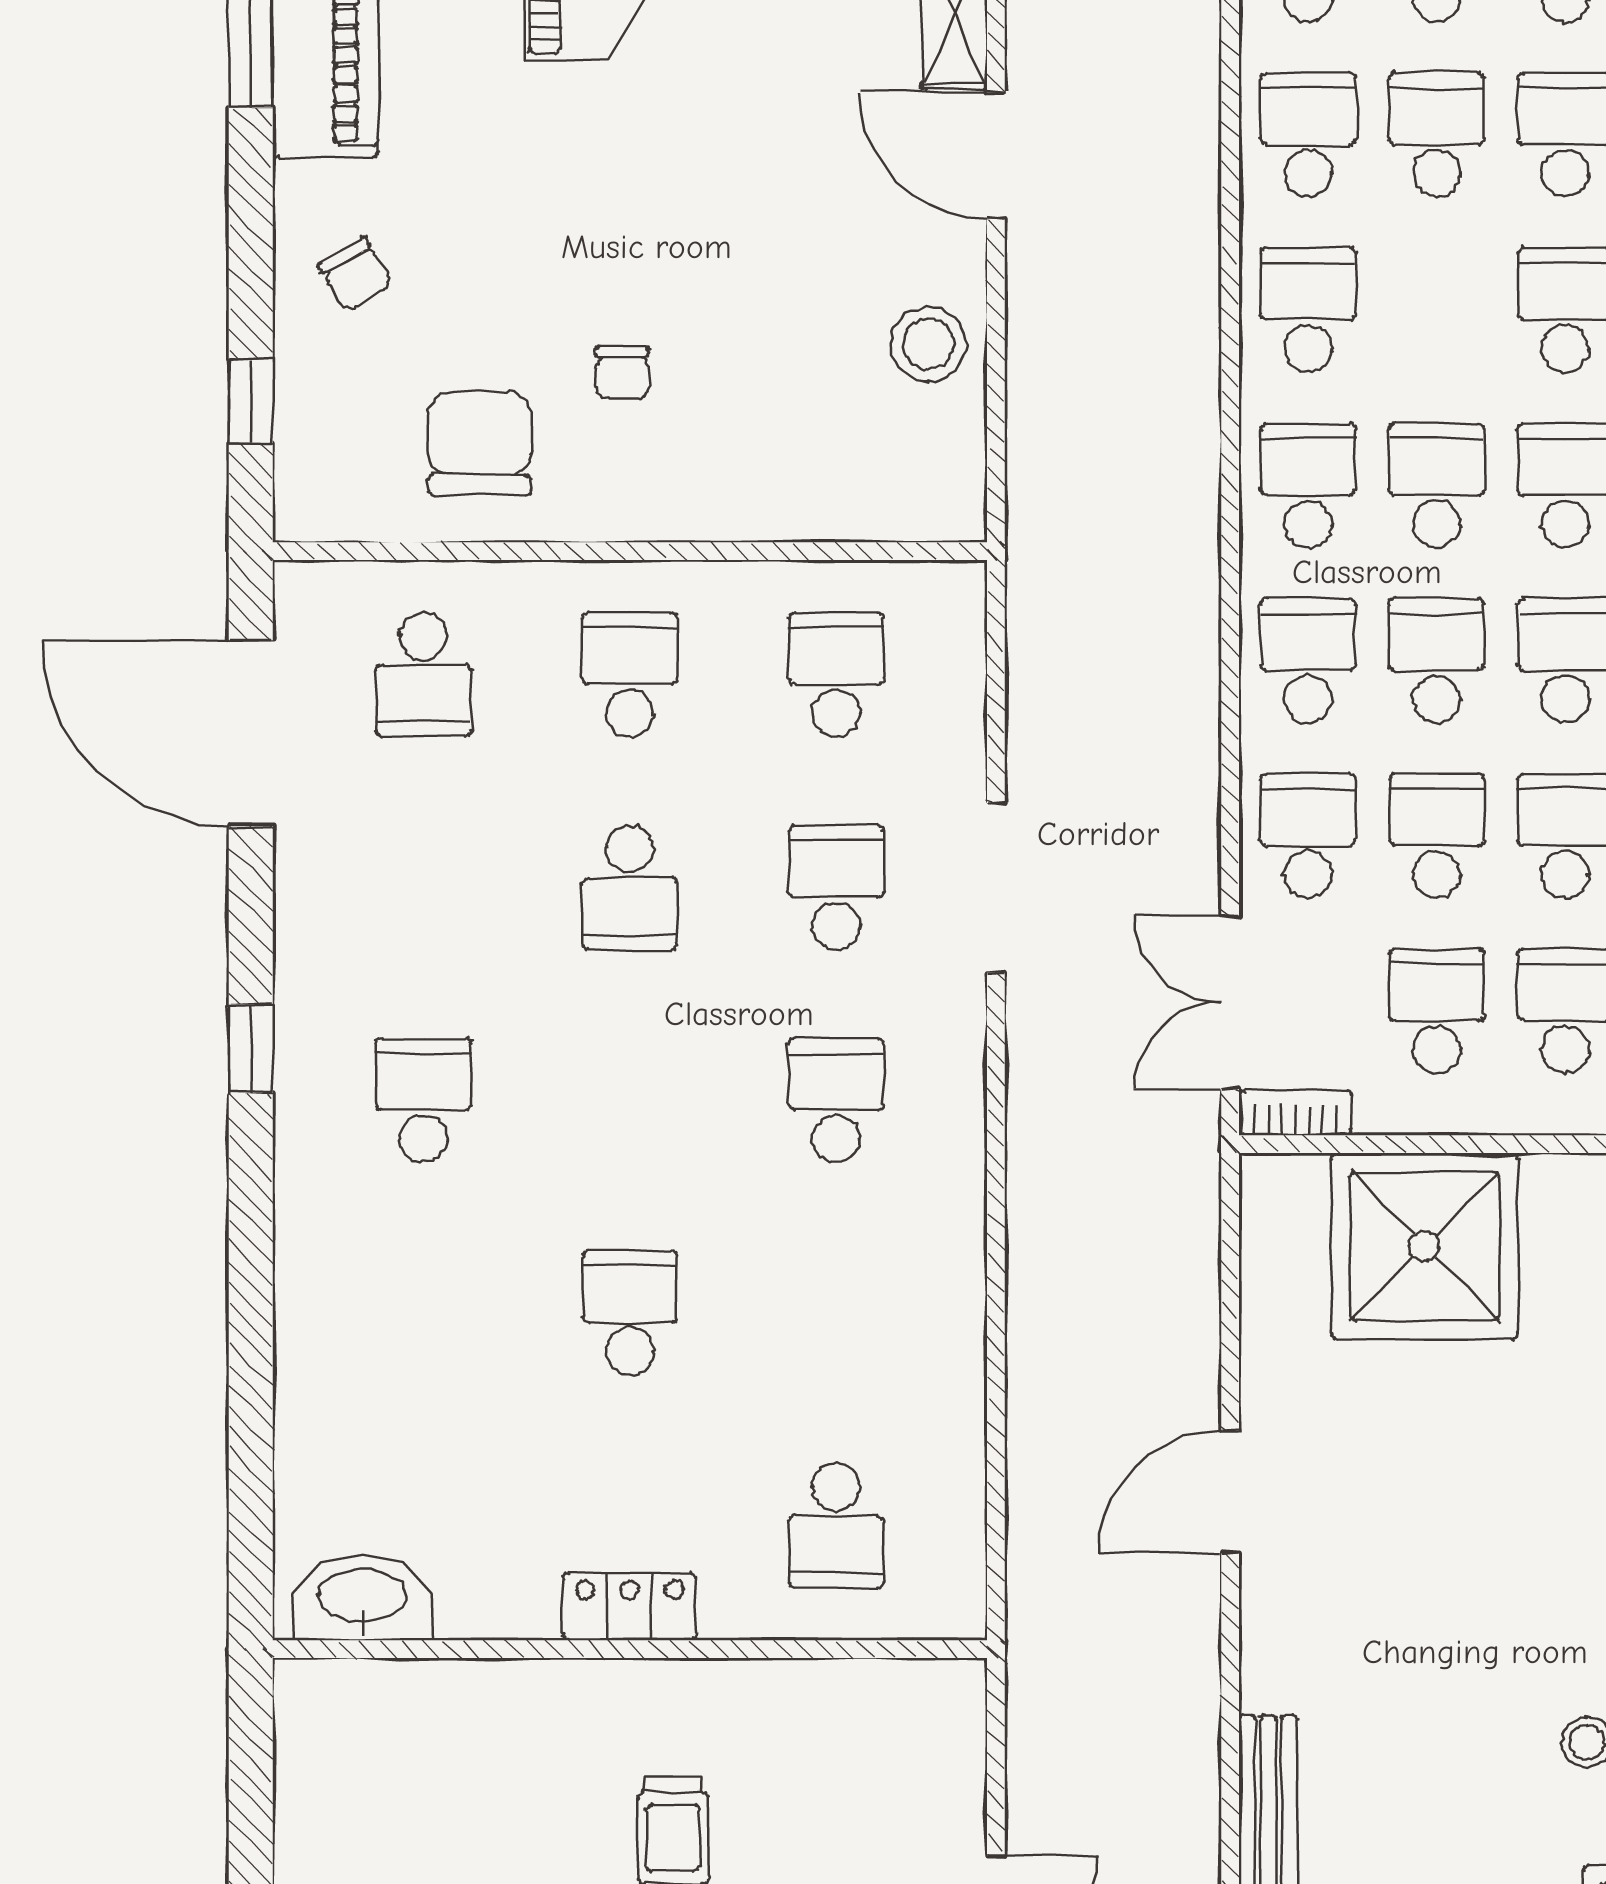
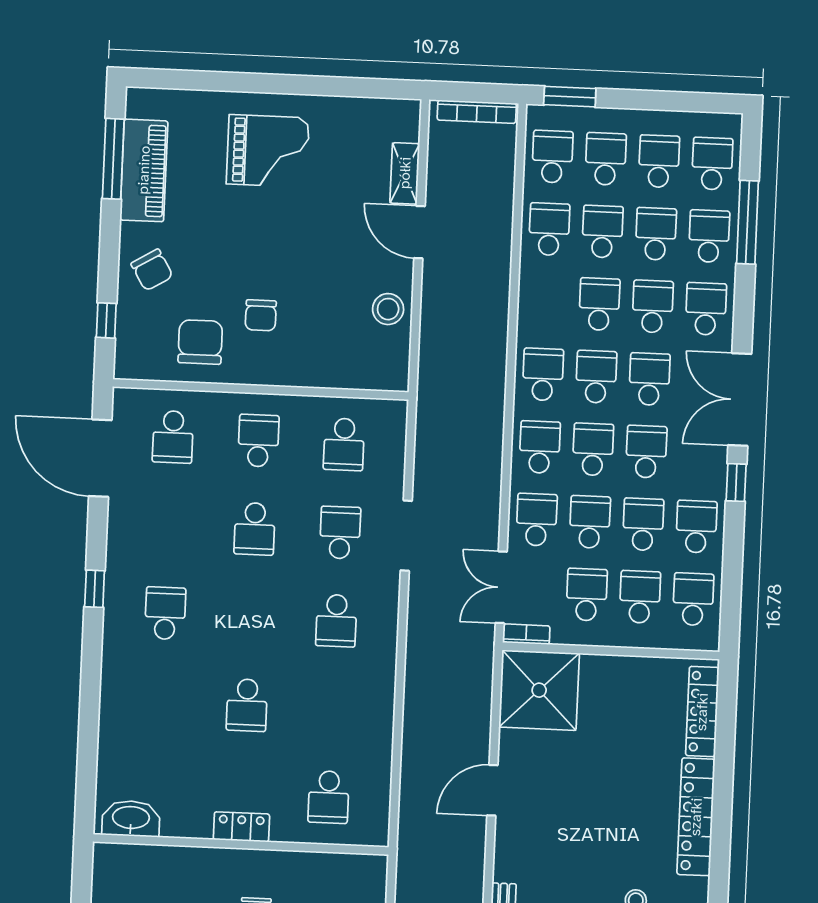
chair: (355, 275) -> (152, 270), width x1.37, depth x1.37
school desk: (1308, 310) -> (599, 304), moved
chair: (622, 372) -> (261, 315), width x1.37, depth x1.37
school desk: (836, 675) -> (344, 444), turned 180
school desk: (836, 1100) -> (336, 621), turned 180
shower: (1424, 1246) -> (539, 690), moved
school desk: (630, 1313) -> (247, 705), turned 180

